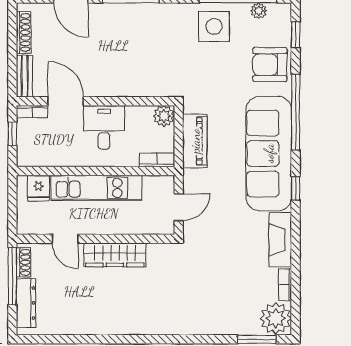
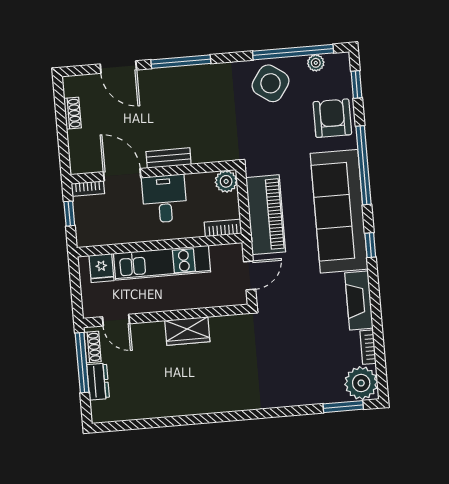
side table: (214, 26) -> (271, 83), turned 35
shoe rack: (24, 32) -> (73, 113), width x0.70
armchair: (270, 65) -> (332, 118), turned 90
bench: (25, 76) -> (169, 158), moved, turned 90
piano: (195, 141) -> (266, 215), width x1.37, depth x1.33
door: (65, 239) -> (116, 320), moved
wardrobe: (115, 255) -> (187, 331), width x0.67
dresser: (26, 303) -> (98, 382), width x0.70

